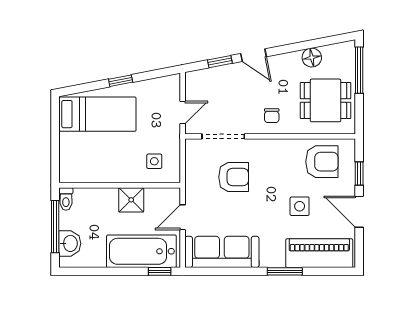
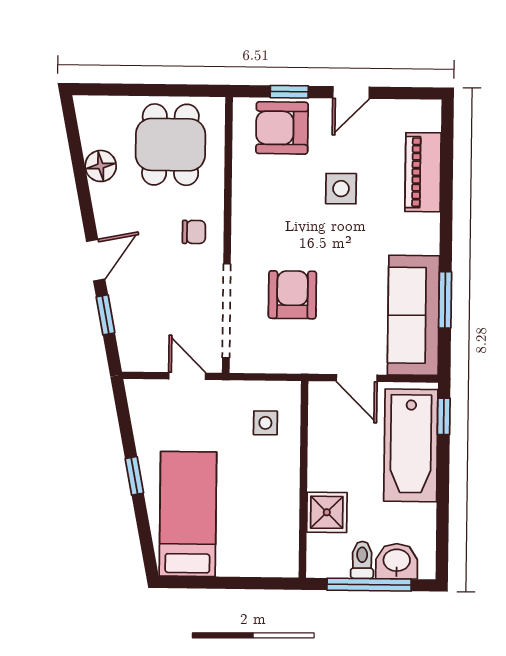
window: (359, 70) -> (122, 90), removed
doorway: (223, 136) -> (226, 311), width x1.36
armchair: (322, 162) -> (282, 128), moved, turned -90
toilet: (66, 199) -> (362, 560), moved, turned -90
shower: (131, 200) -> (327, 512), moved
door: (359, 212) -> (351, 92), width x0.73
piano: (319, 253) -> (423, 172), width x0.73, depth x0.75
window: (285, 271) -> (445, 300), moved

